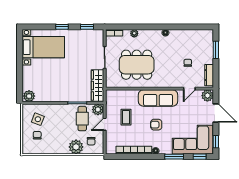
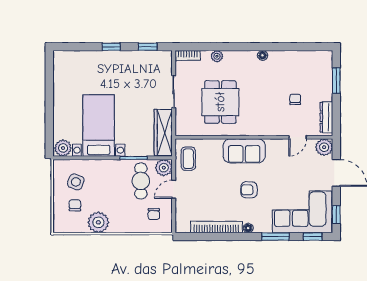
bed with nightstands: (43, 47) -> (99, 125), moved, turned -90
dining table: (137, 65) -> (220, 102), width x0.73
sofa: (158, 98) -> (244, 151), width x0.73
coffee table: (126, 117) -> (188, 159), moved
plant: (76, 147) -> (98, 222), moved

